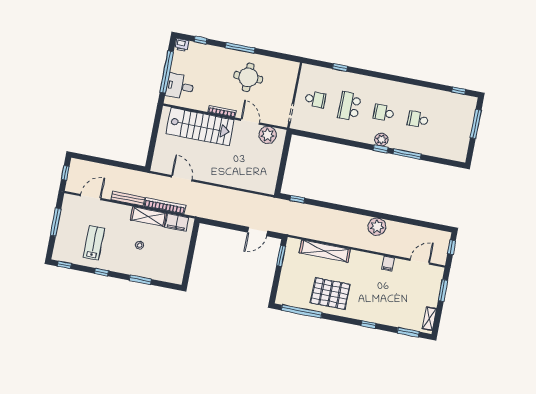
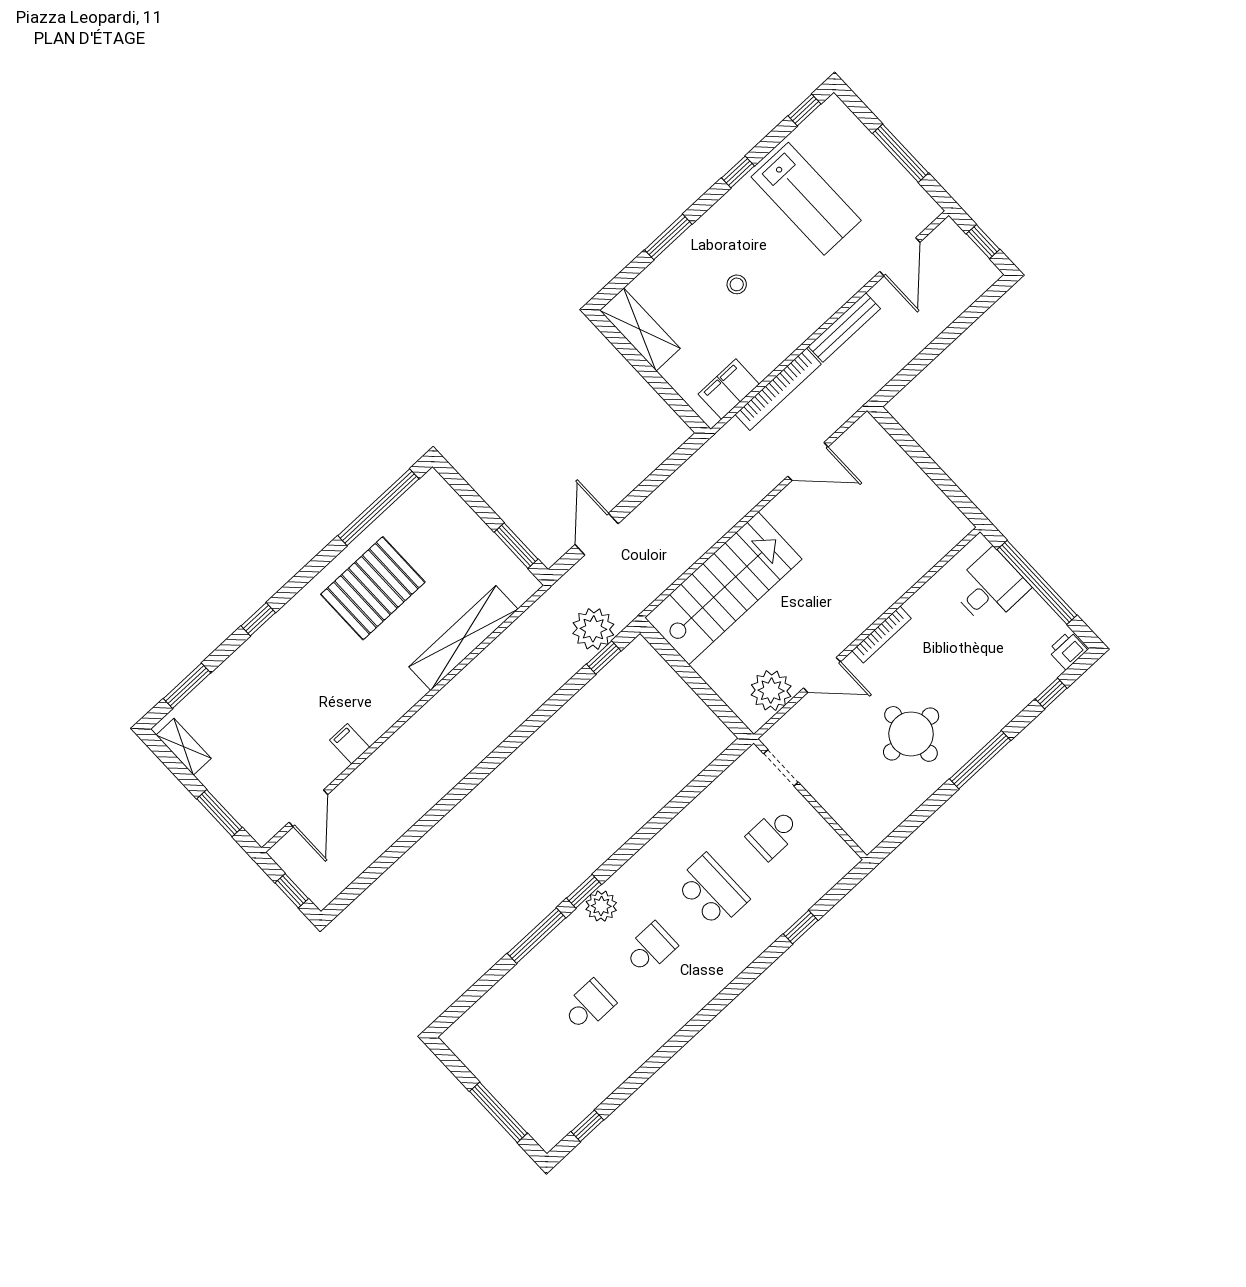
stairs: (200, 127) -> (723, 588), moved, turned 180
shelving: (148, 217) -> (640, 329), moved, turned 90
plant: (377, 227) -> (593, 629), moved
lab bench: (94, 243) -> (806, 199), width x1.36, depth x1.39

